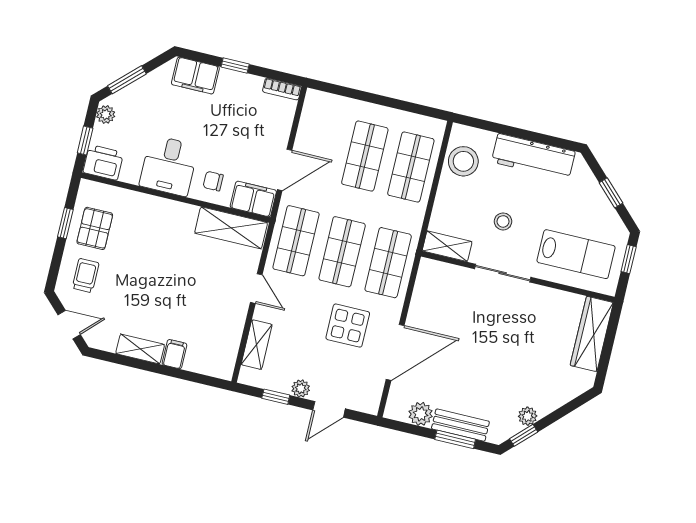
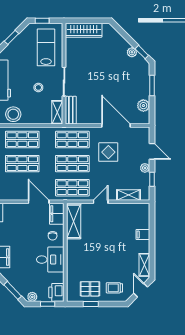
shelving: (140, 349) -> (144, 265), moved
bench: (460, 425) -> (71, 110), moved

